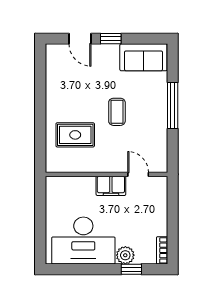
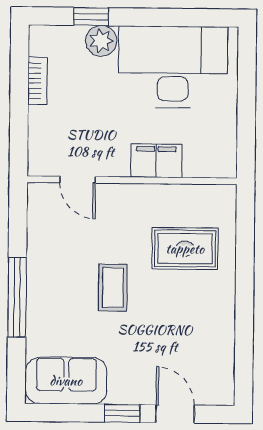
filing cabinet: (111, 186) -> (156, 161), moved
bookcase: (162, 250) -> (38, 81), moved

